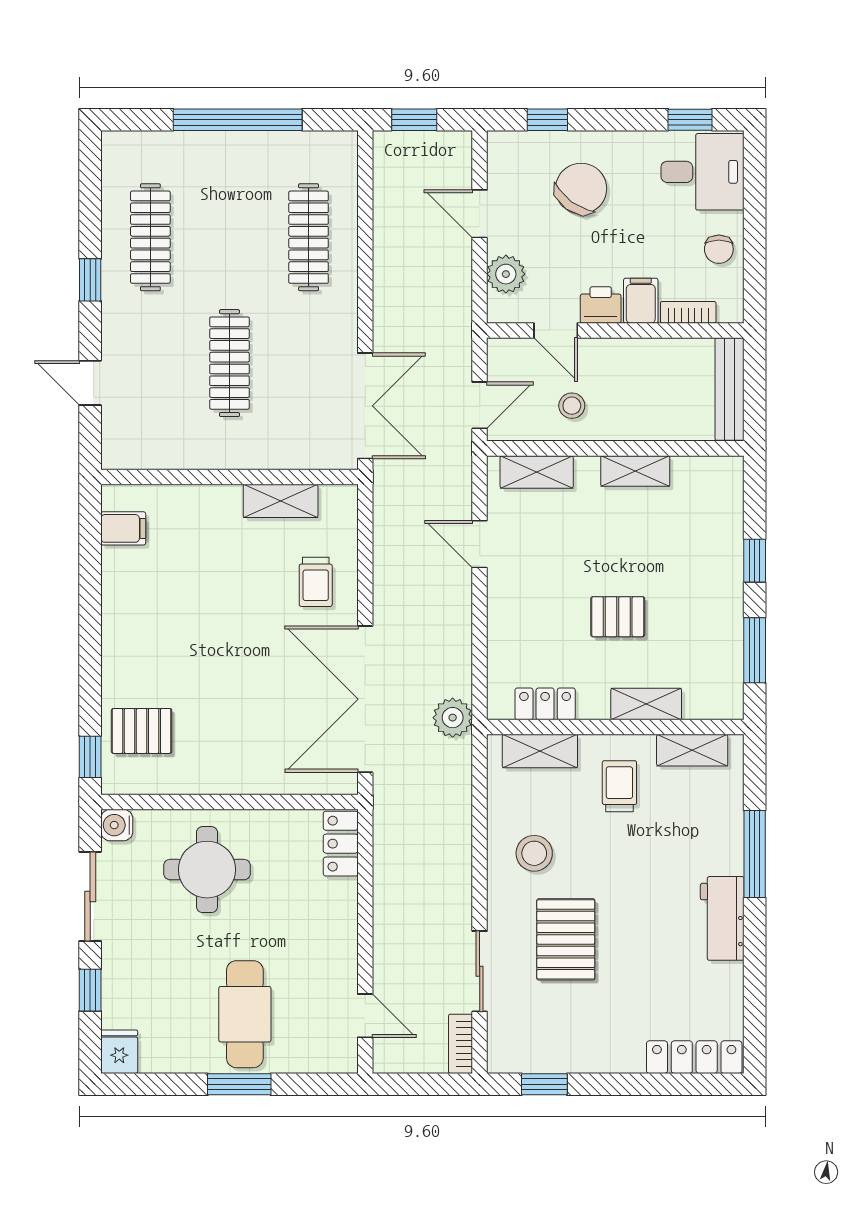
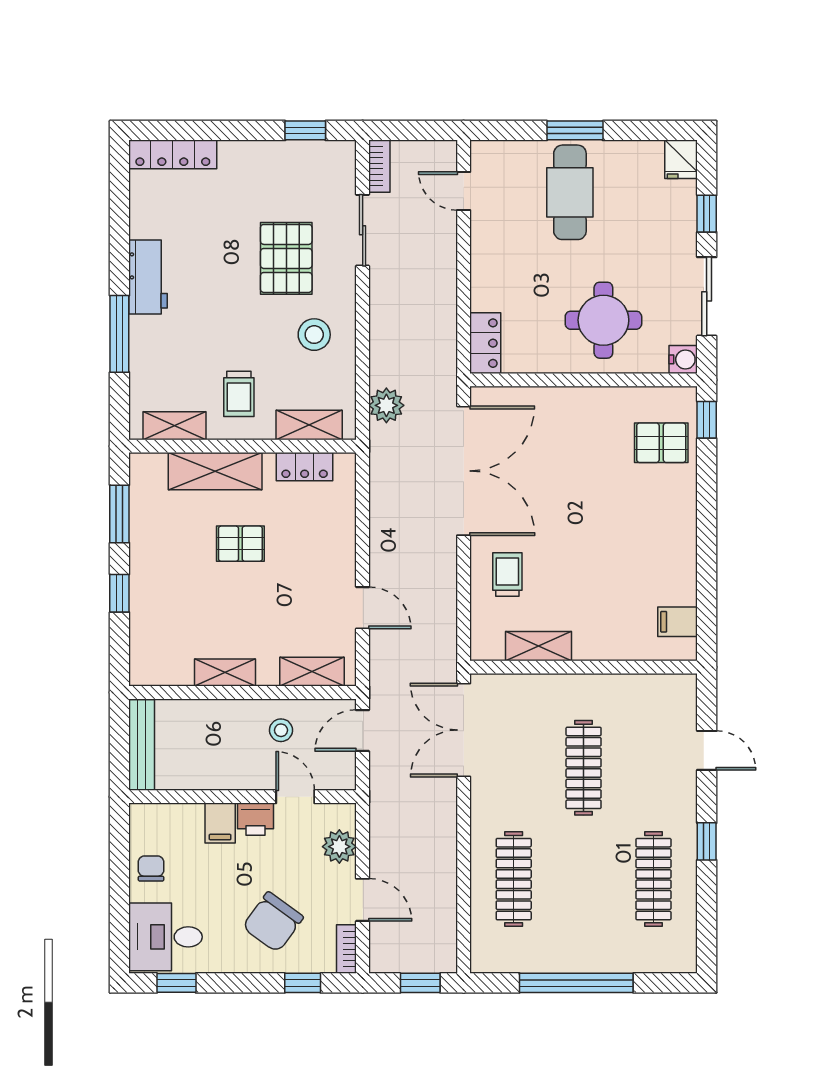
bookcase: (688, 312) -> (346, 949), moved, turned 90
shelving: (646, 704) -> (215, 471), width x1.50, depth x1.33
plant: (453, 718) -> (386, 405), moved

